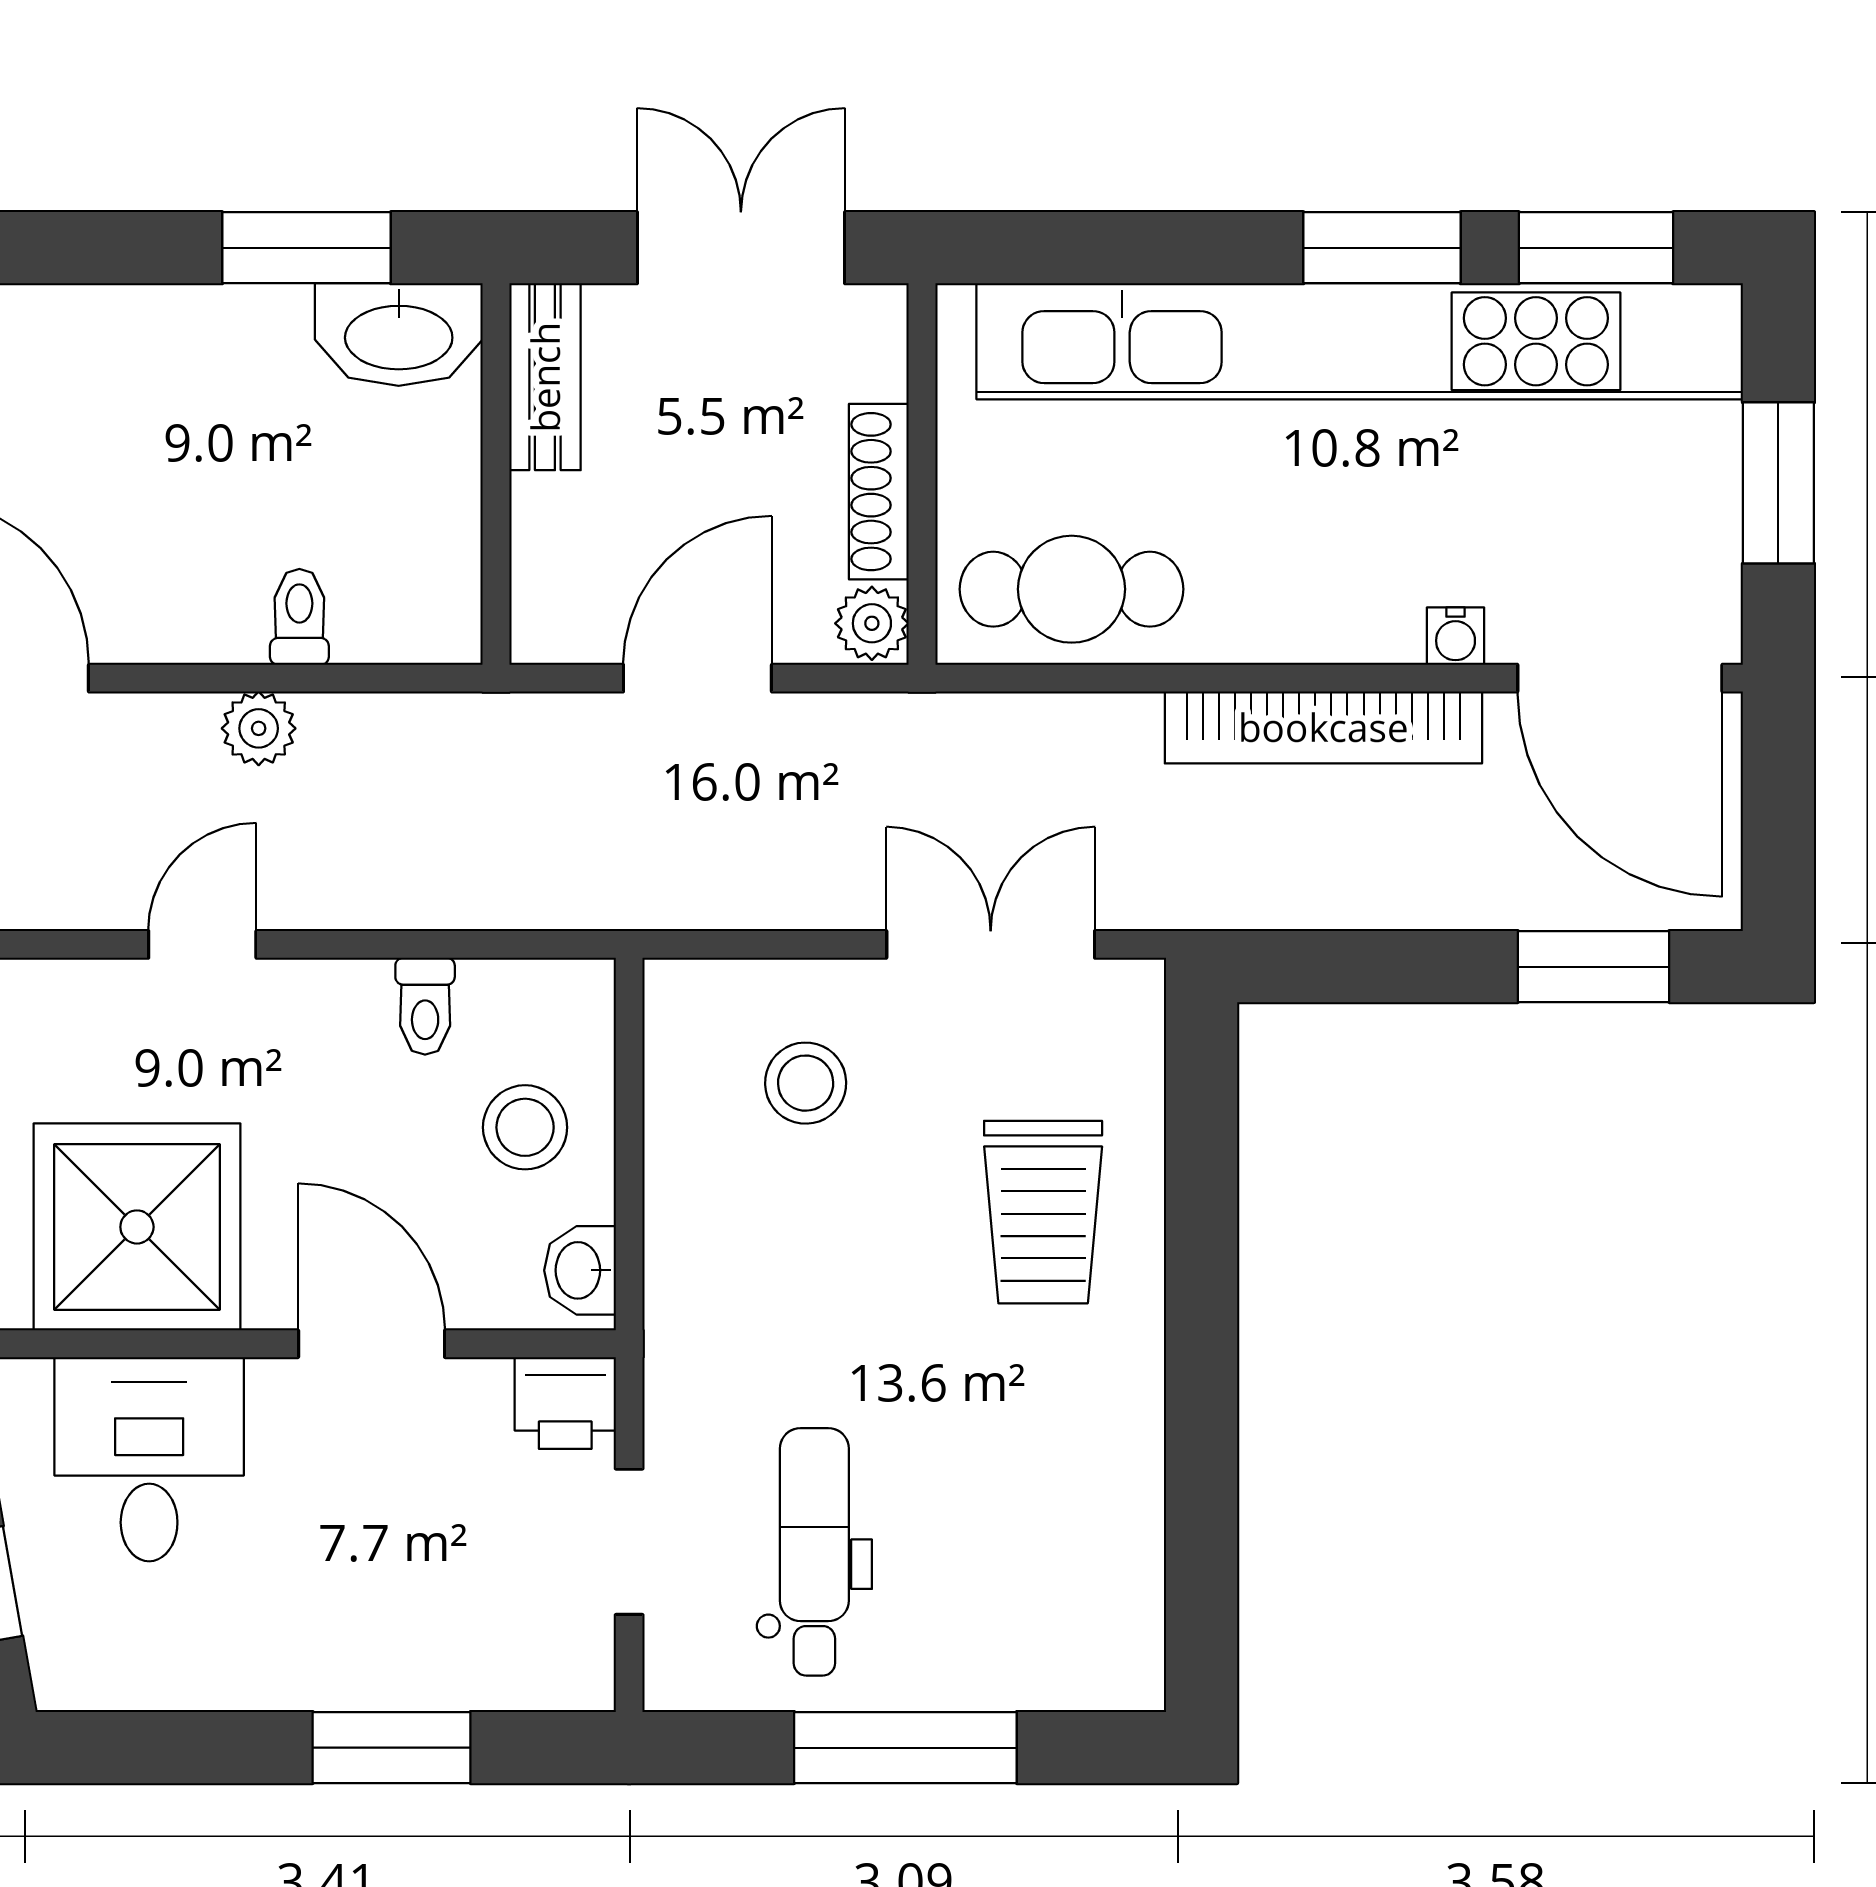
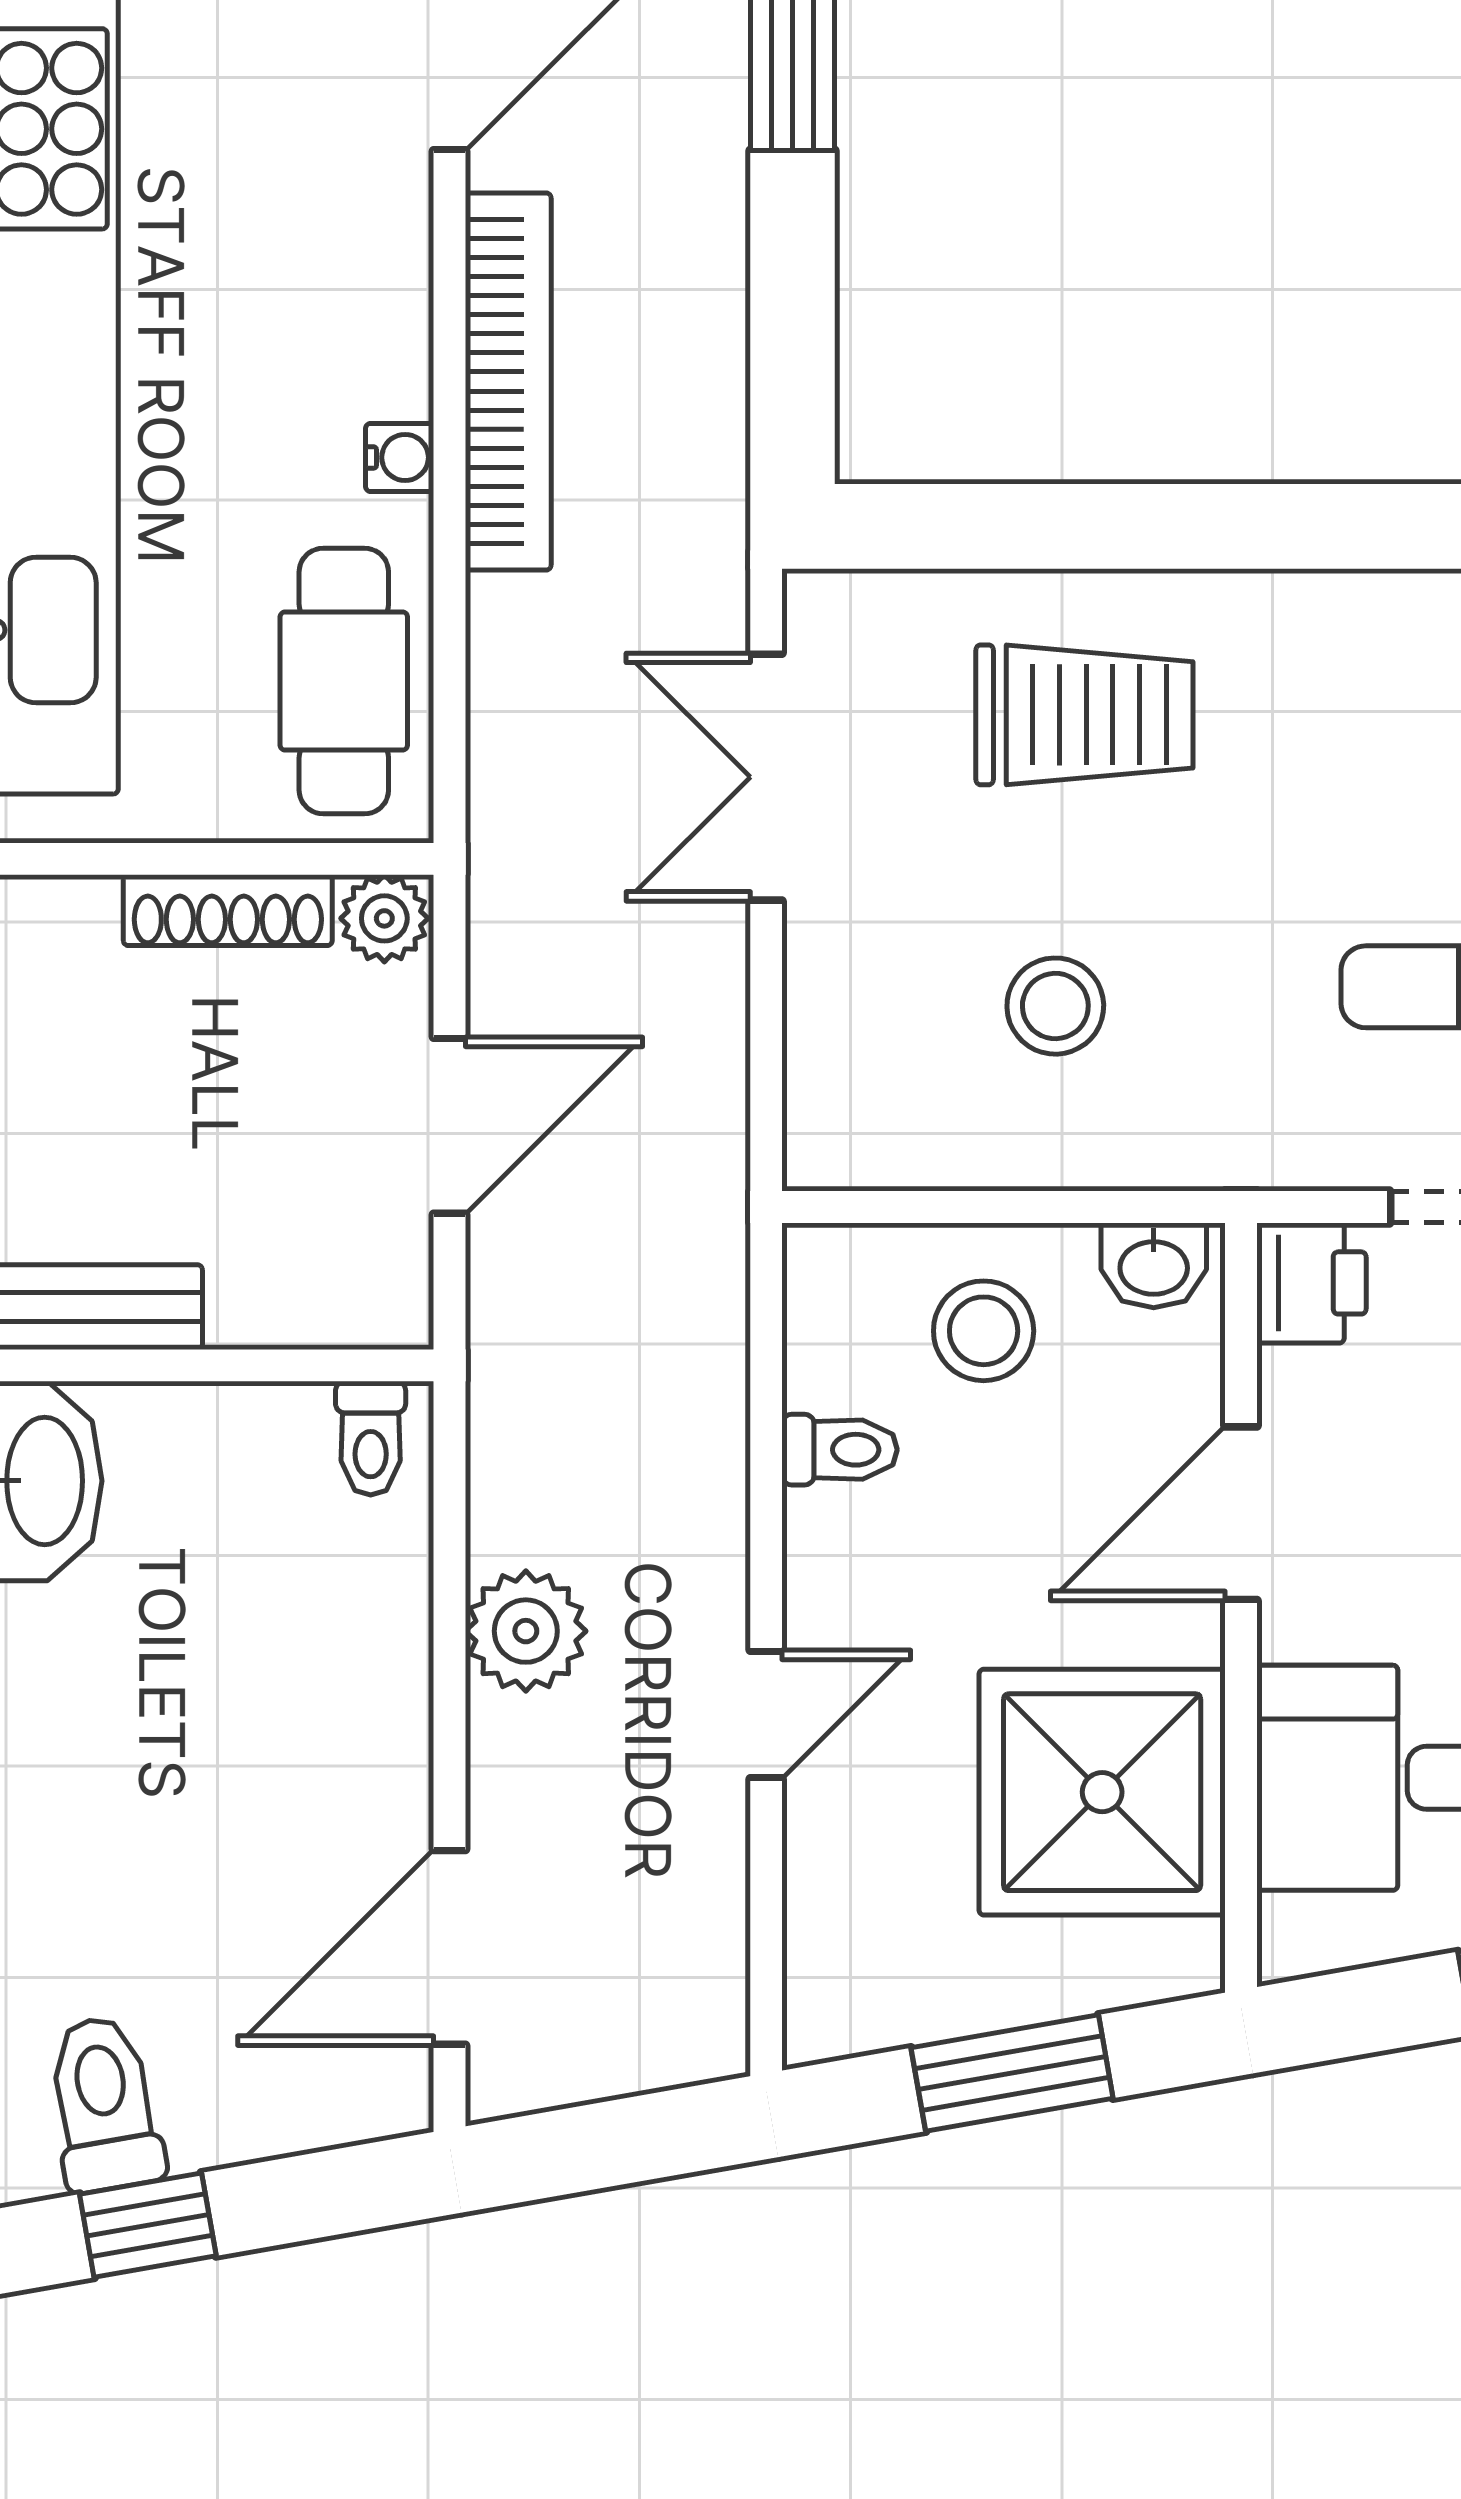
toilet: (299, 617) -> (371, 1438), moved, turned -90
water cooler: (1456, 636) -> (400, 457), moved
door: (697, 678) -> (450, 1126), swing flipped
plant: (259, 728) -> (526, 1631), width x1.38, depth x1.38
door: (202, 944) -> (766, 1714), swing flipped
stool: (806, 1083) -> (1055, 1006), moved

